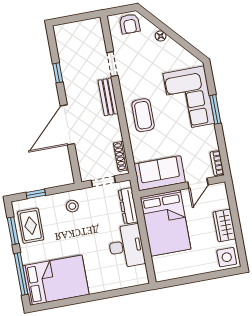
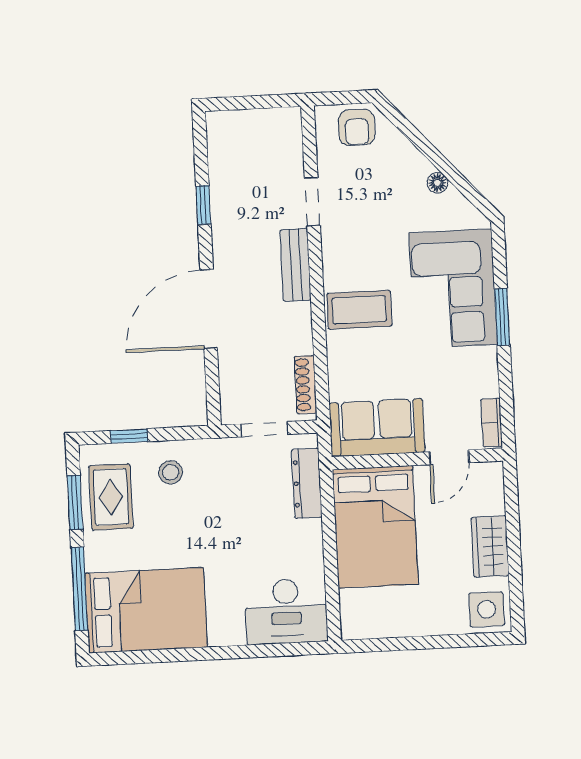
floor lamp: (161, 36) -> (437, 183), moved
coffee table: (143, 115) -> (359, 310), turned 90
stool: (72, 206) -> (171, 472), moved
desk: (126, 246) -> (286, 611), moved, turned 90

